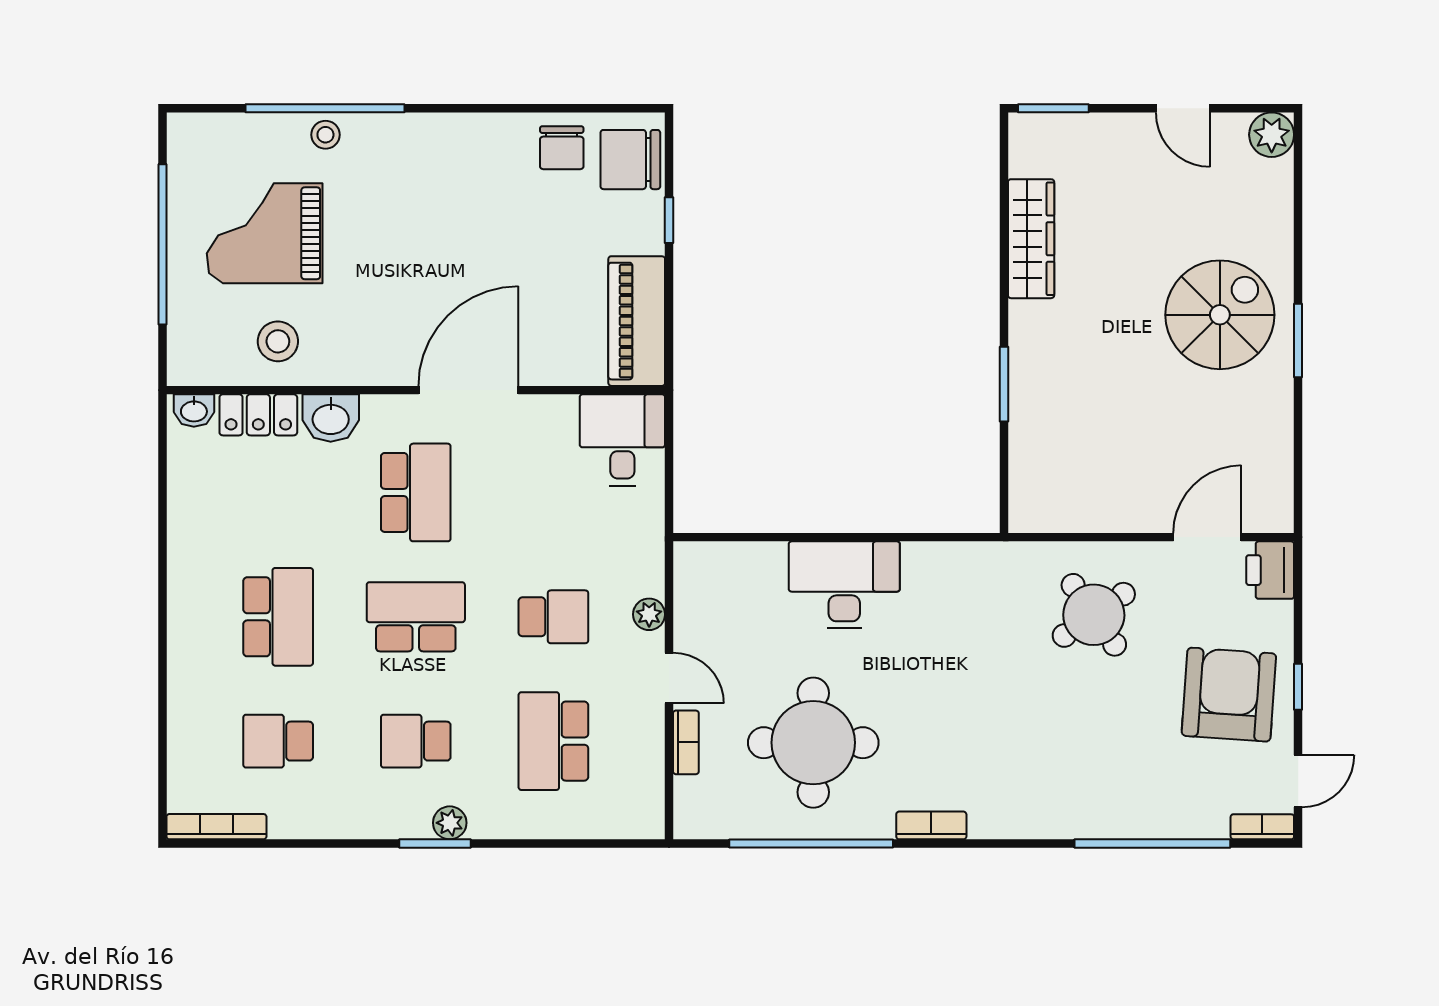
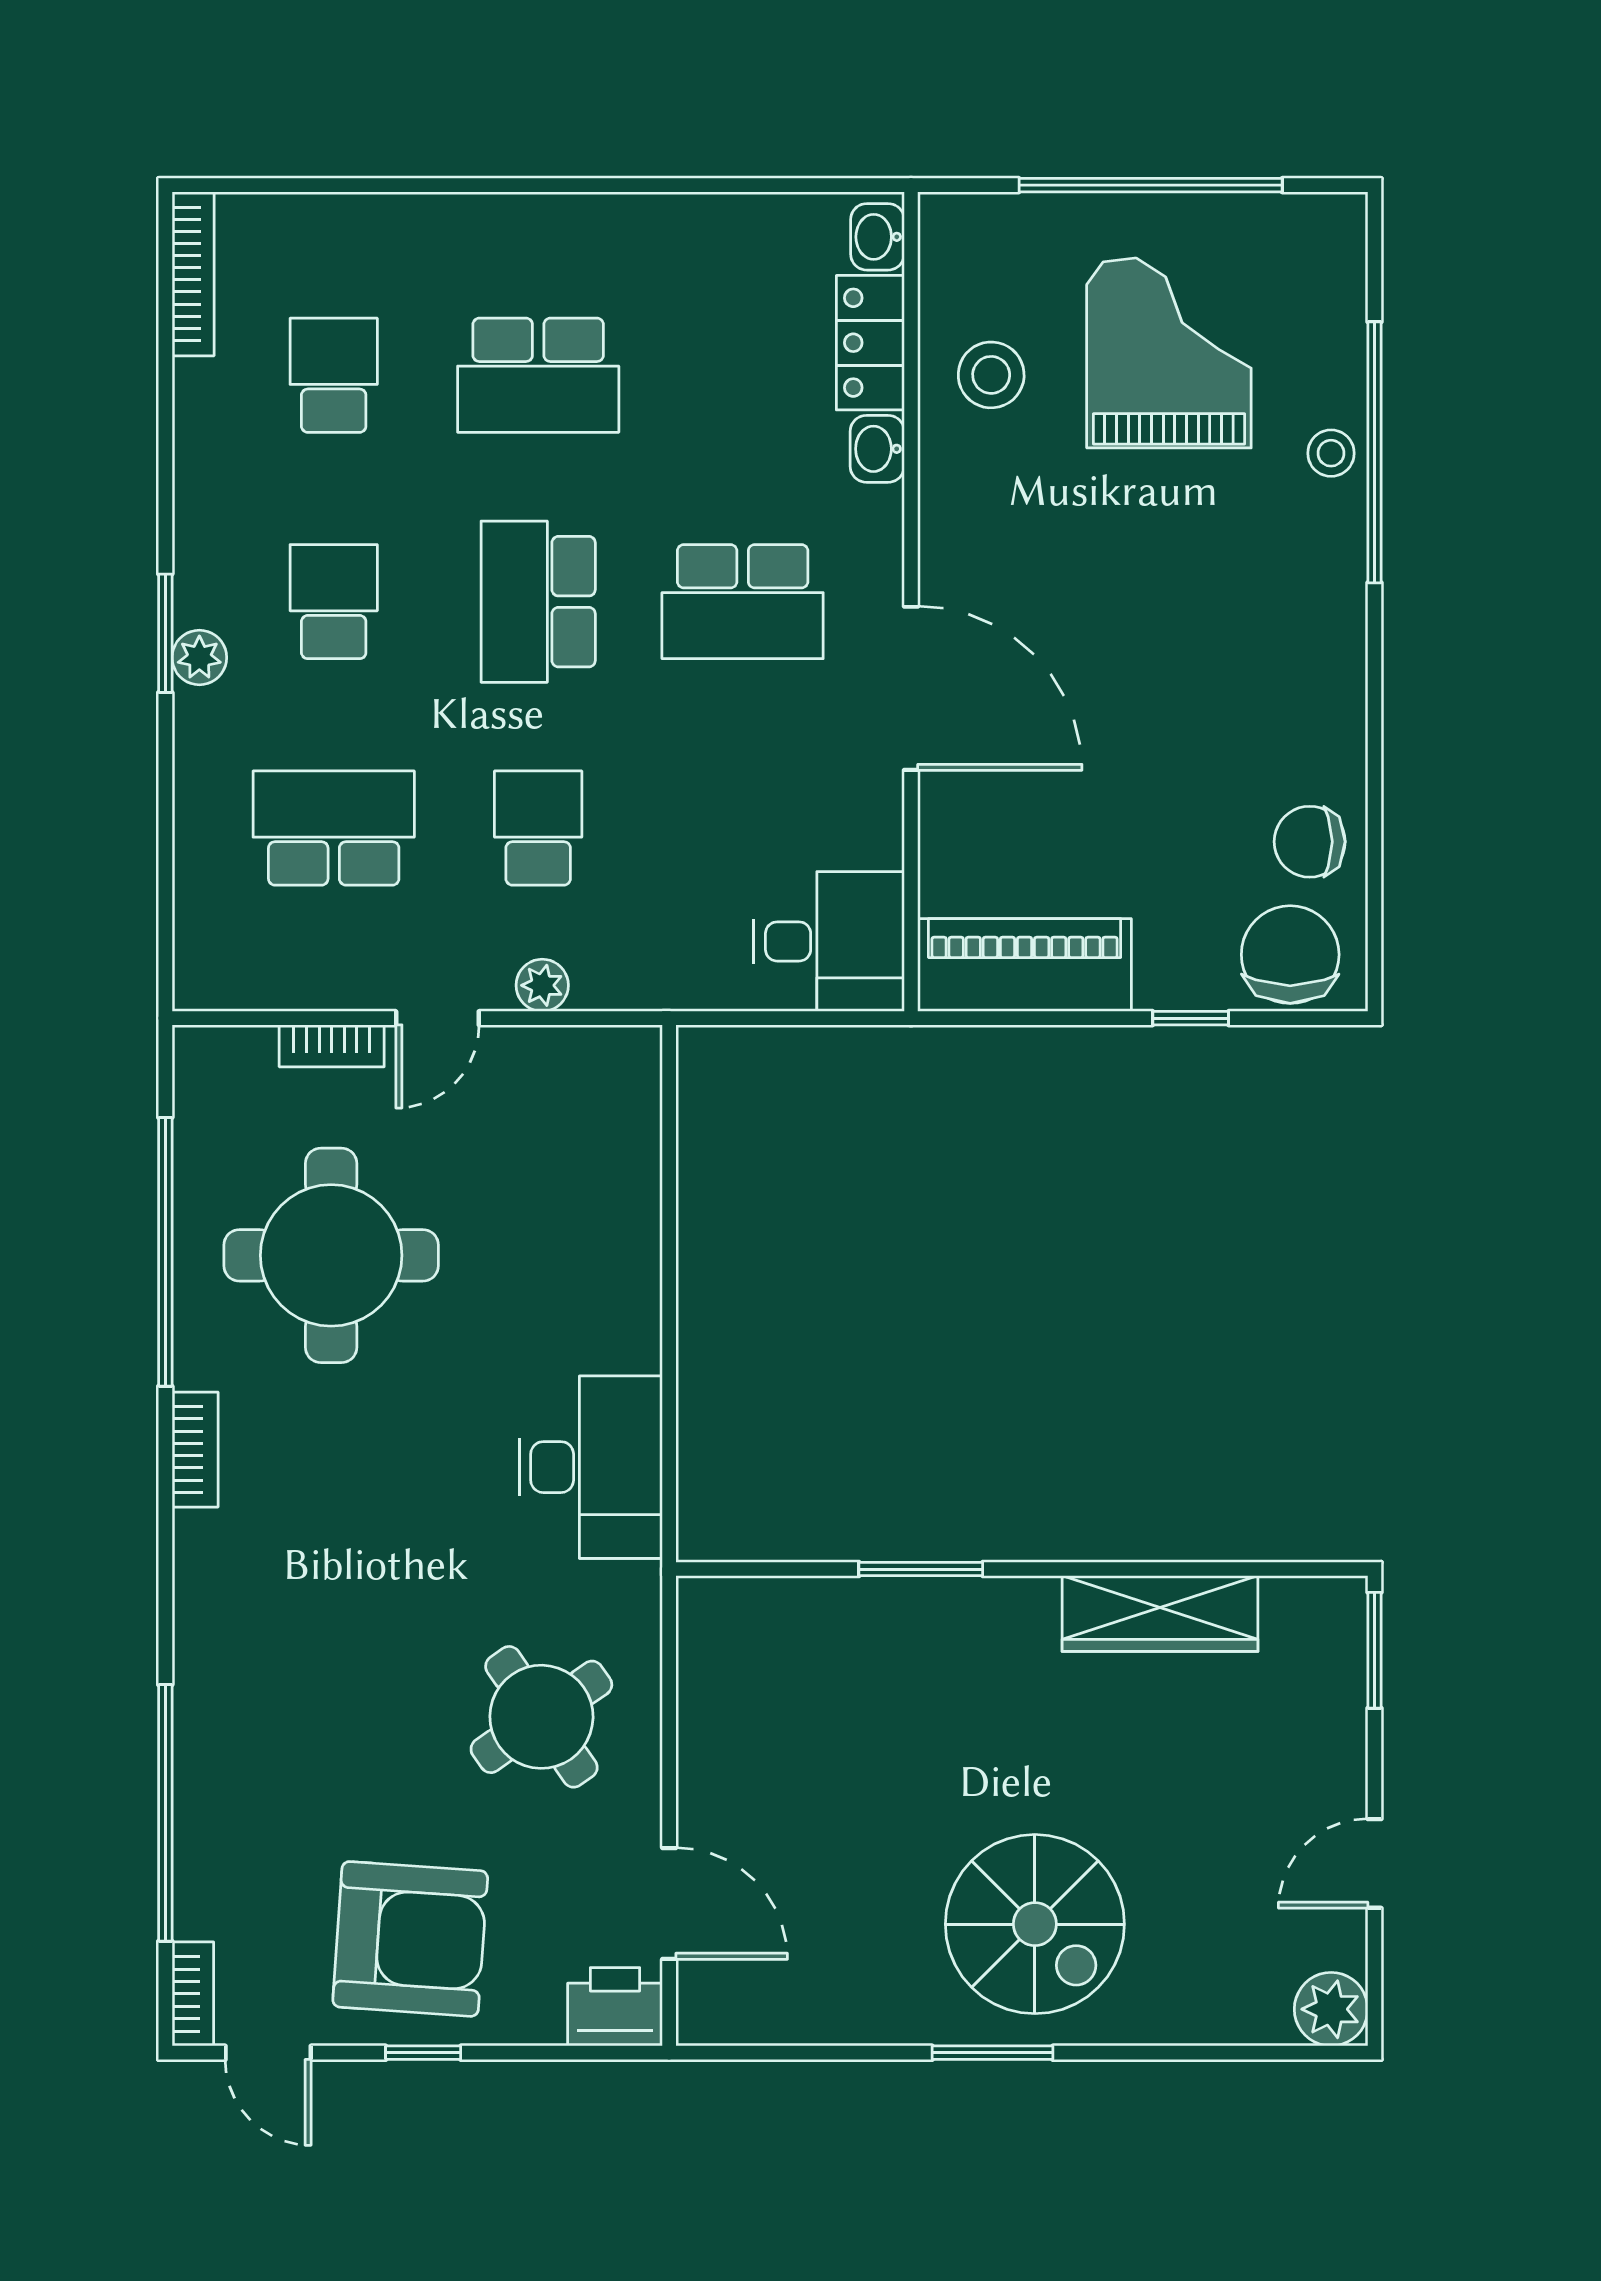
washbasin: (331, 418) -> (877, 449), width x0.72, depth x0.69
desk: (844, 585) -> (591, 1467), moved
school desk: (416, 617) -> (538, 602), turned 180
school desk: (553, 617) -> (538, 828), turned 180

